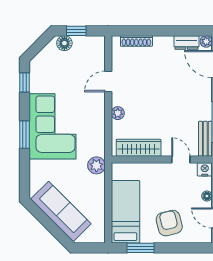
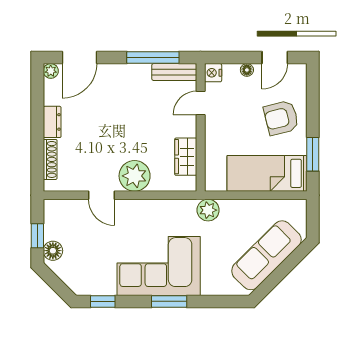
dresser: (187, 43) -> (52, 122), moved
plant: (118, 113) -> (135, 176), width x1.88, depth x1.88
wardrobe: (139, 148) -> (186, 157), width x0.67

